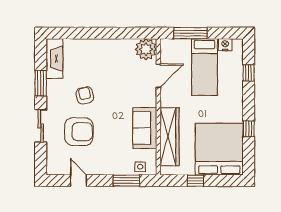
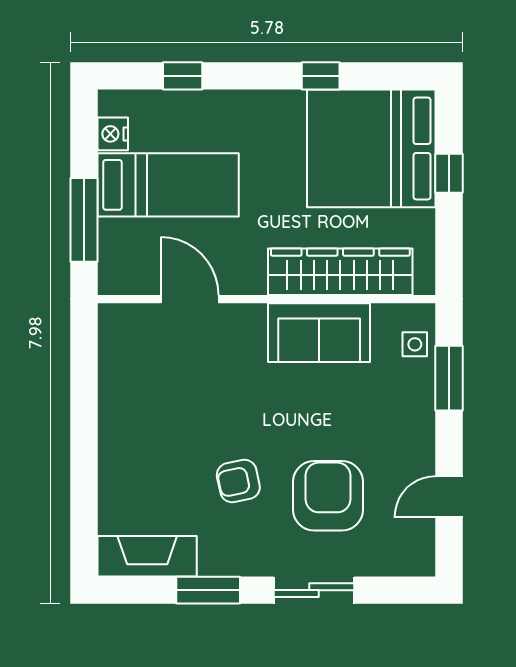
plant: (146, 49) -> (124, 330), removed
window: (195, 181) -> (449, 173), moved

